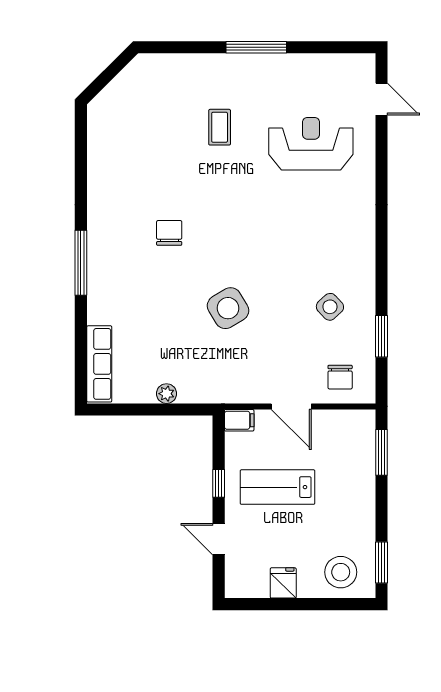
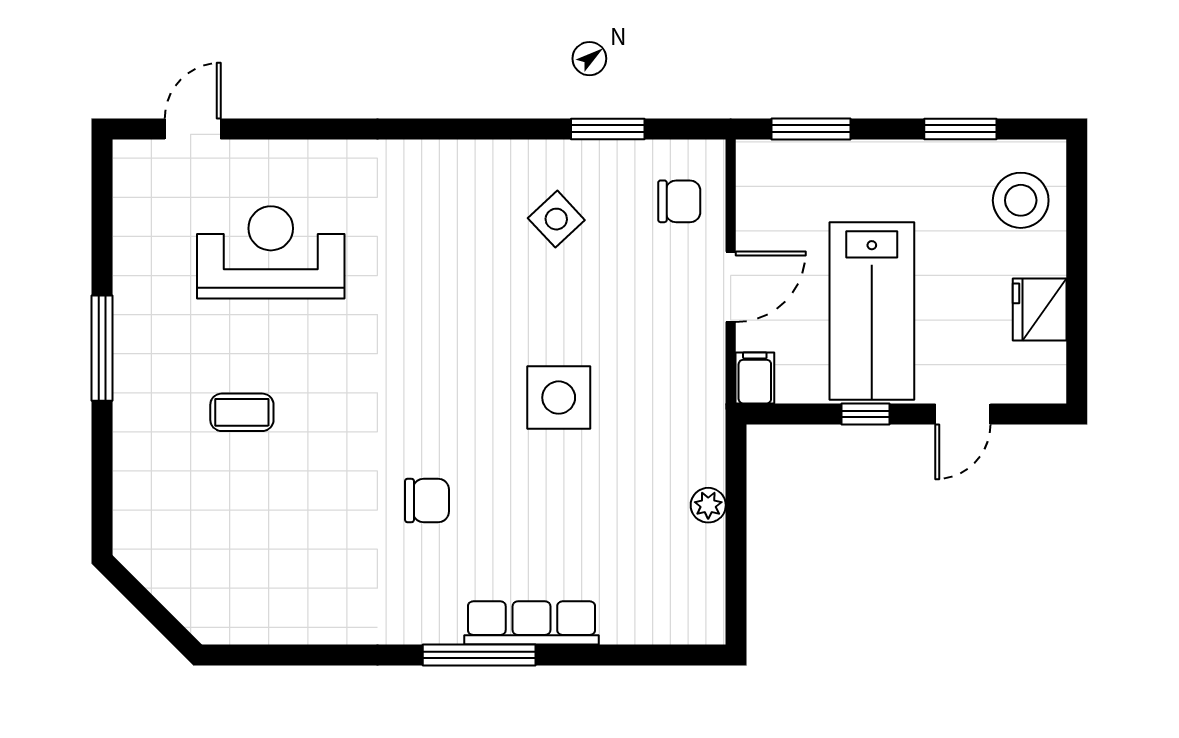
reception desk: (311, 144) -> (271, 252), turned 90
chair: (169, 233) -> (427, 500), turned 180
side table: (228, 308) -> (559, 398), turned 31
row of seats: (99, 364) -> (531, 623), moved
lab bench: (277, 487) -> (872, 311), width x1.36, depth x1.39
window: (381, 563) -> (960, 129), moved
fridge: (283, 583) -> (1040, 310), width x1.38

